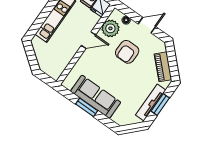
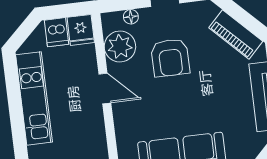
door: (88, 40) -> (105, 88), hinge flipped

